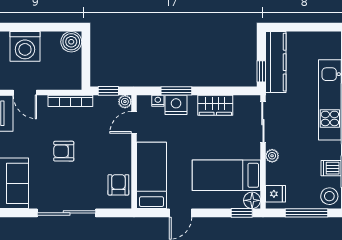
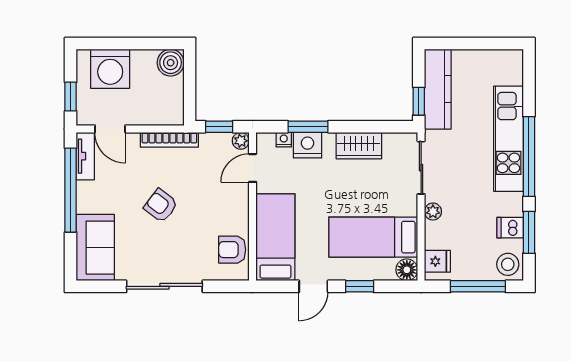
armchair: (64, 151) -> (161, 206), turned 37
armchair: (118, 185) -> (232, 250), turned -90
window: (242, 213) -> (360, 286), moved

